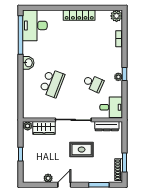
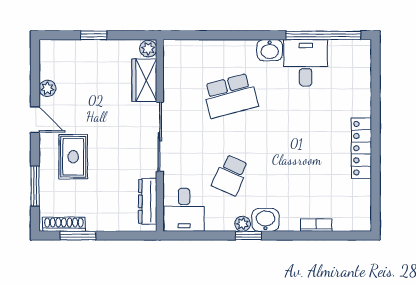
plant: (117, 16) -> (360, 220), removed
desk: (35, 25) -> (306, 63), moved, width x0.73
washbasin: (116, 65) -> (265, 220), added
school desk: (52, 83) -> (230, 96), turned -36
rug: (82, 150) -> (73, 157), moved

